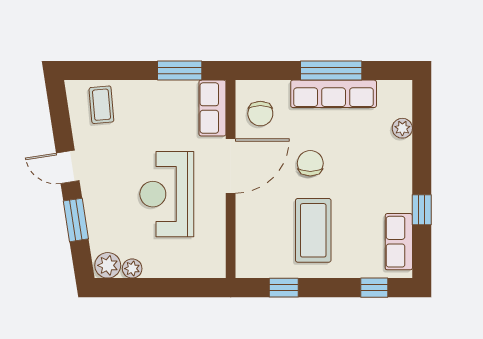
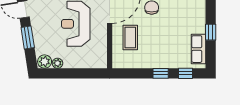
coffee table: (313, 230) -> (130, 37), moved, width x0.73, depth x0.76
window: (284, 288) -> (161, 73), moved

